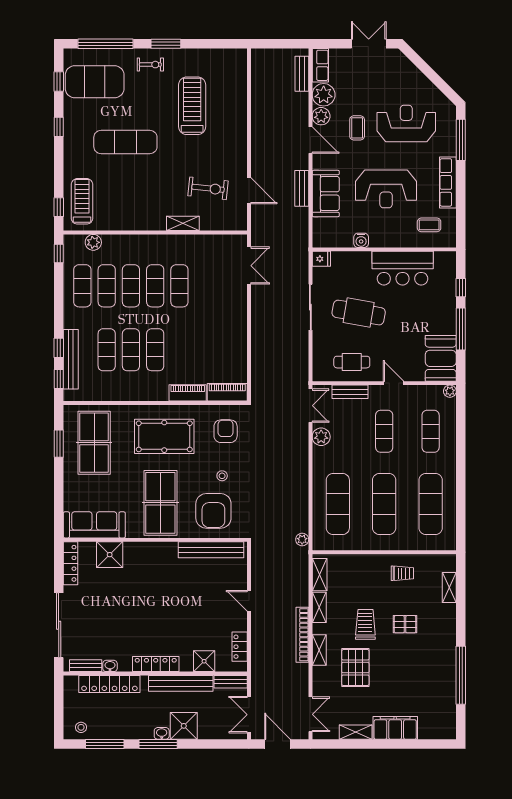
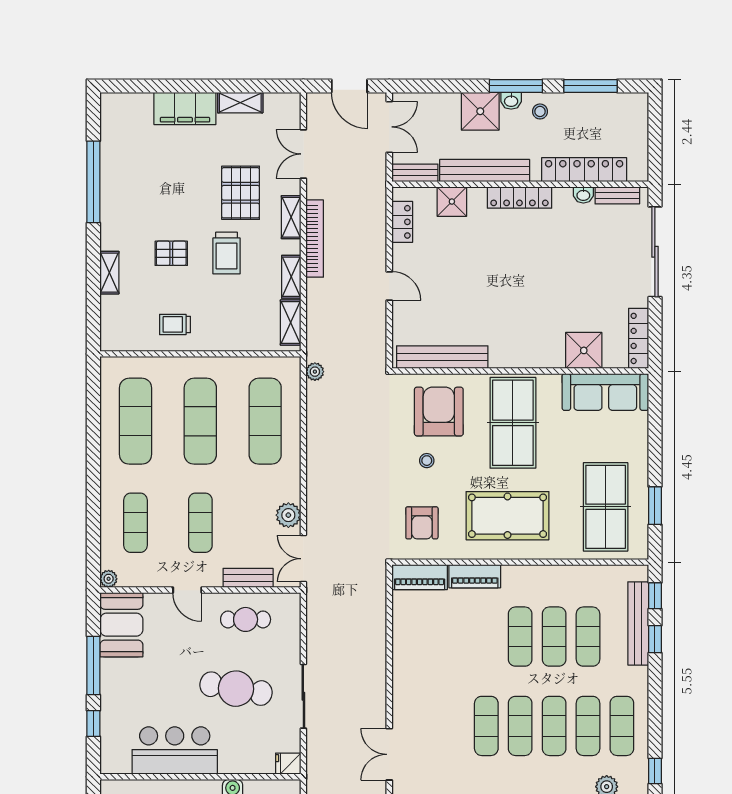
shelving: (449, 587) -> (109, 273), moved
double door: (310, 714) -> (303, 154), moved
stool: (81, 727) -> (540, 111), moved

